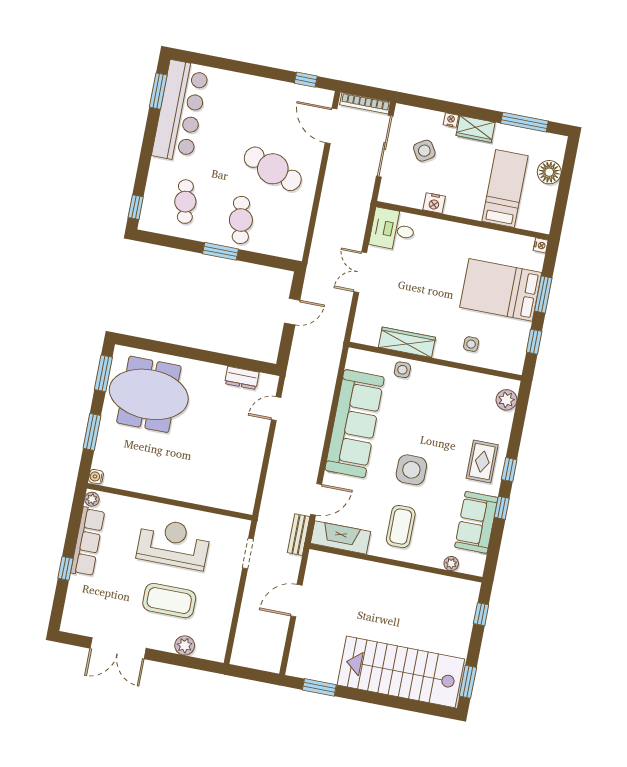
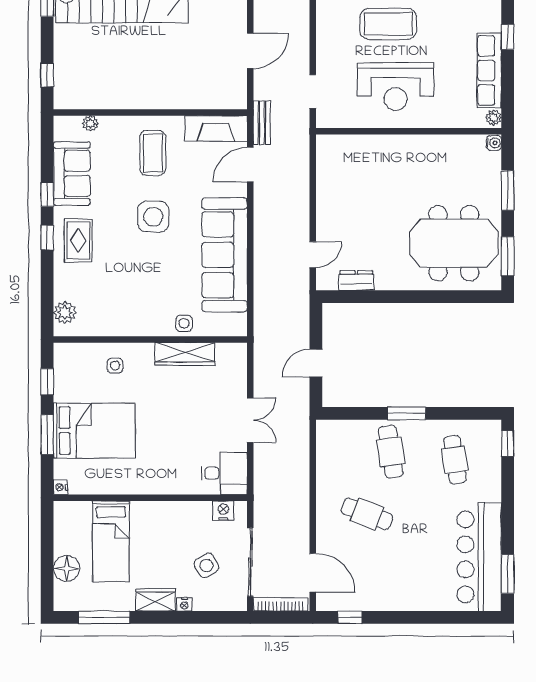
cafe table: (273, 169) -> (367, 514), width x0.73, depth x0.74
nightstand: (434, 203) -> (223, 511), moved

